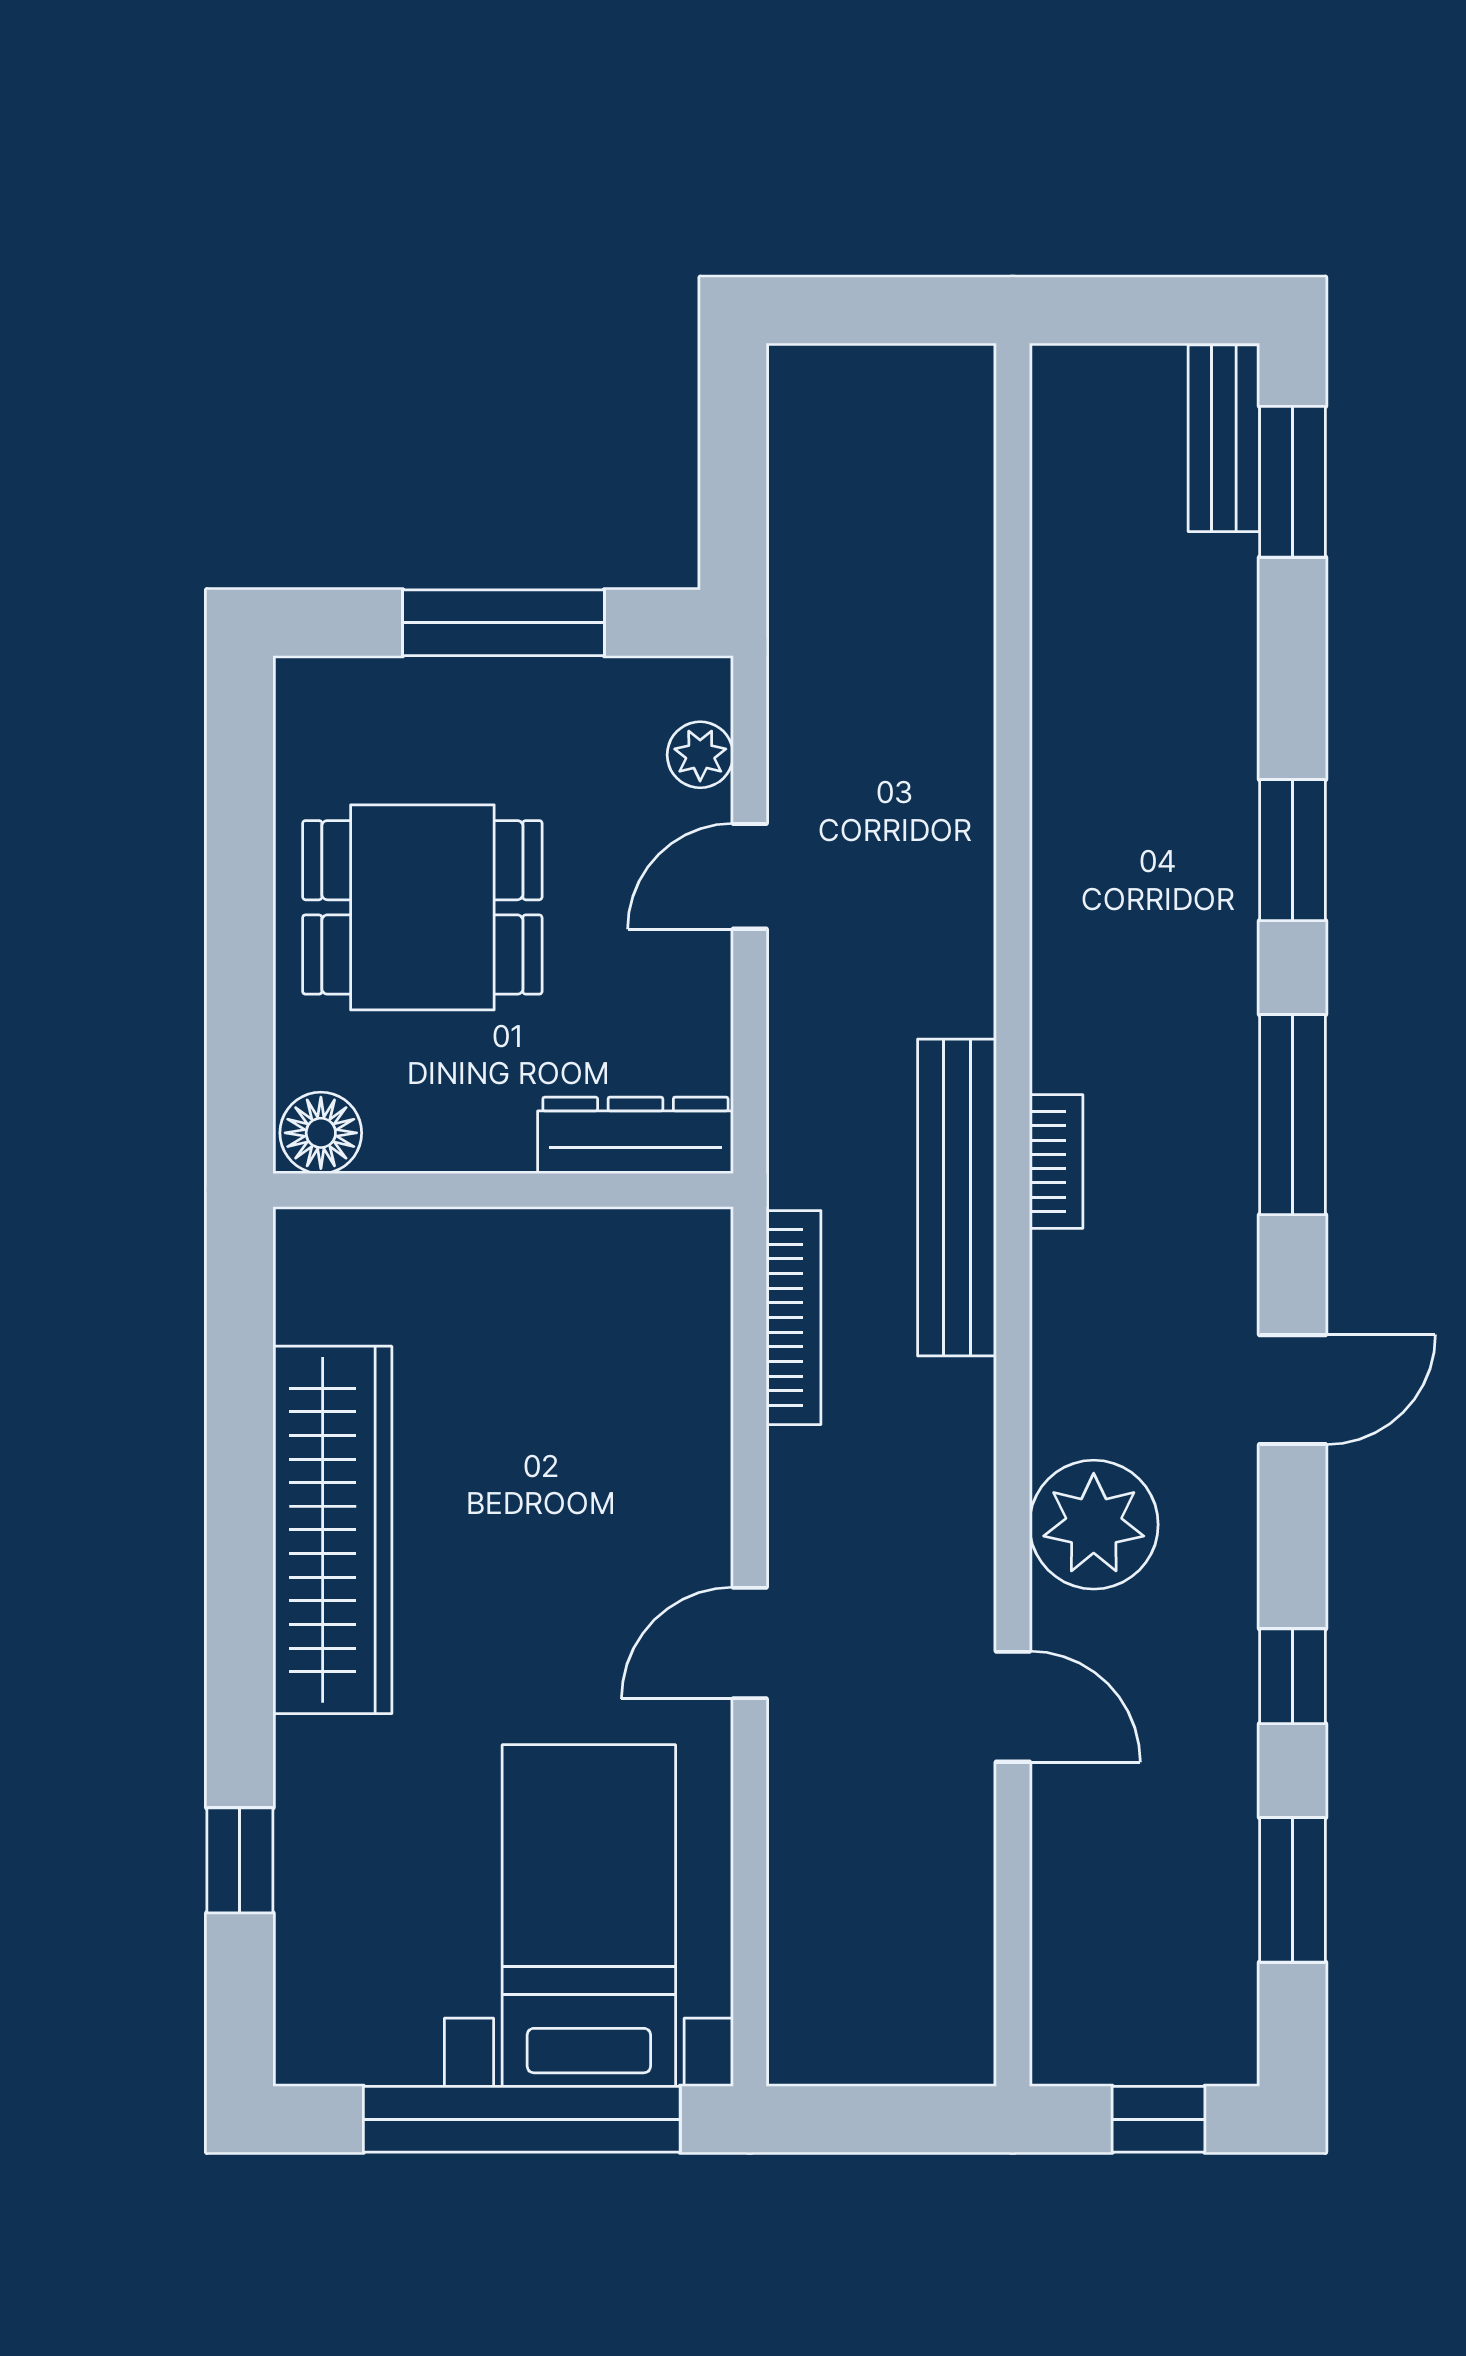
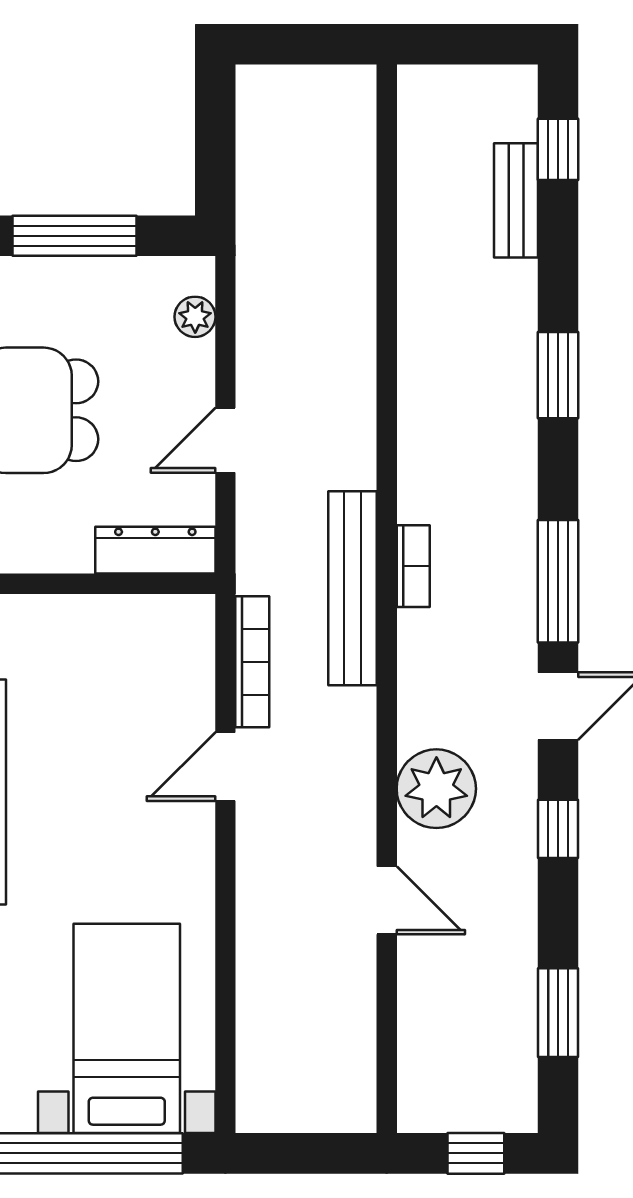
bench: (1224, 438) -> (516, 200), moved
window: (1292, 482) -> (558, 149), width x0.67
door: (750, 876) -> (225, 440), moved
window: (1292, 1115) -> (558, 581), moved
door: (750, 1643) -> (225, 767), moved
window: (1292, 1676) -> (558, 829), moved

